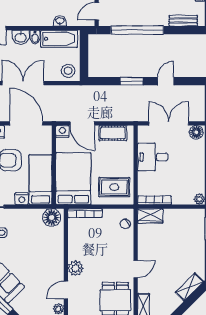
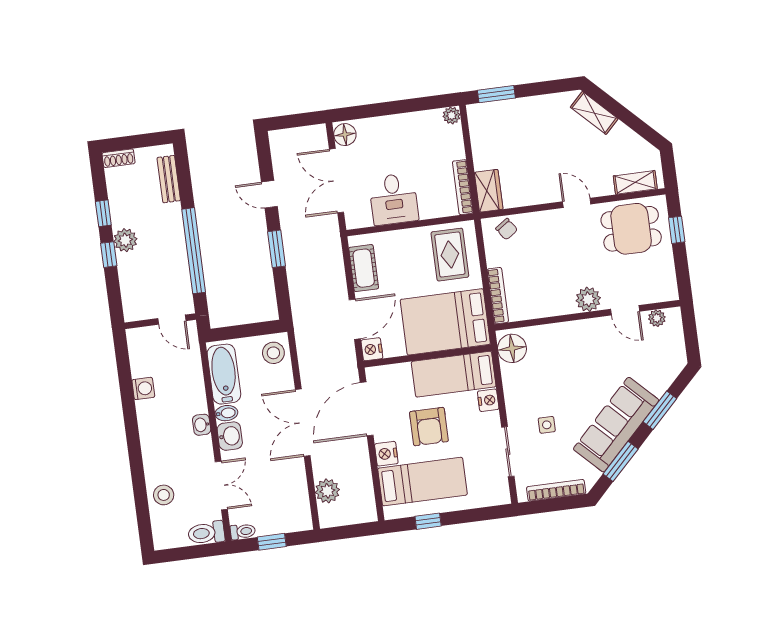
washbasin: (60, 21) -> (202, 425), moved

